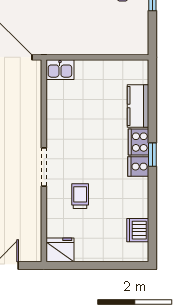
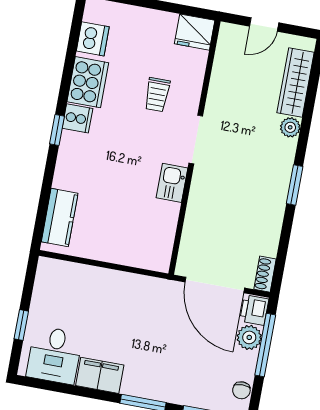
kitchen sink: (60, 70) -> (172, 183), moved, turned -90
kitchen counter: (138, 106) -> (60, 217), moved
cooker: (139, 142) -> (88, 82), moved, width x1.37, depth x1.31

